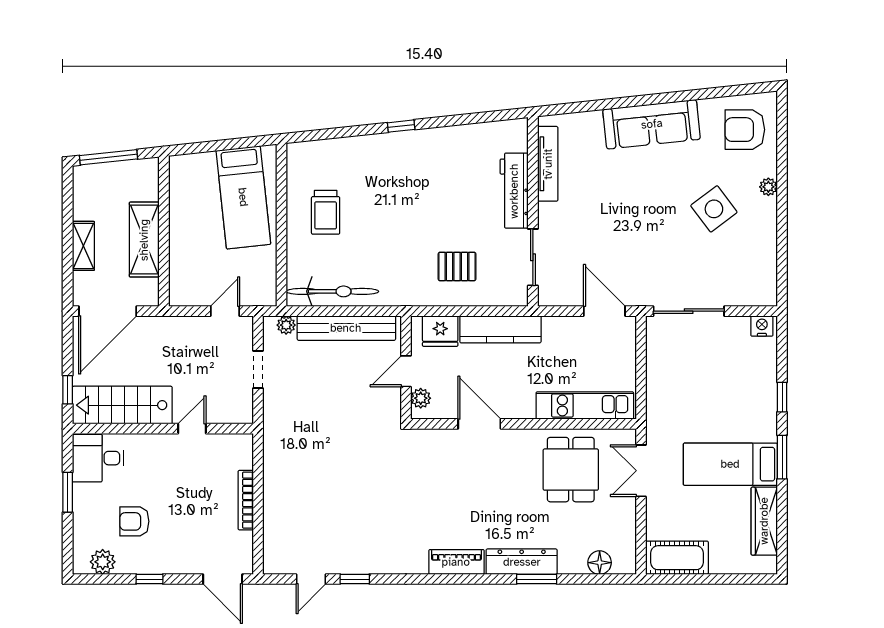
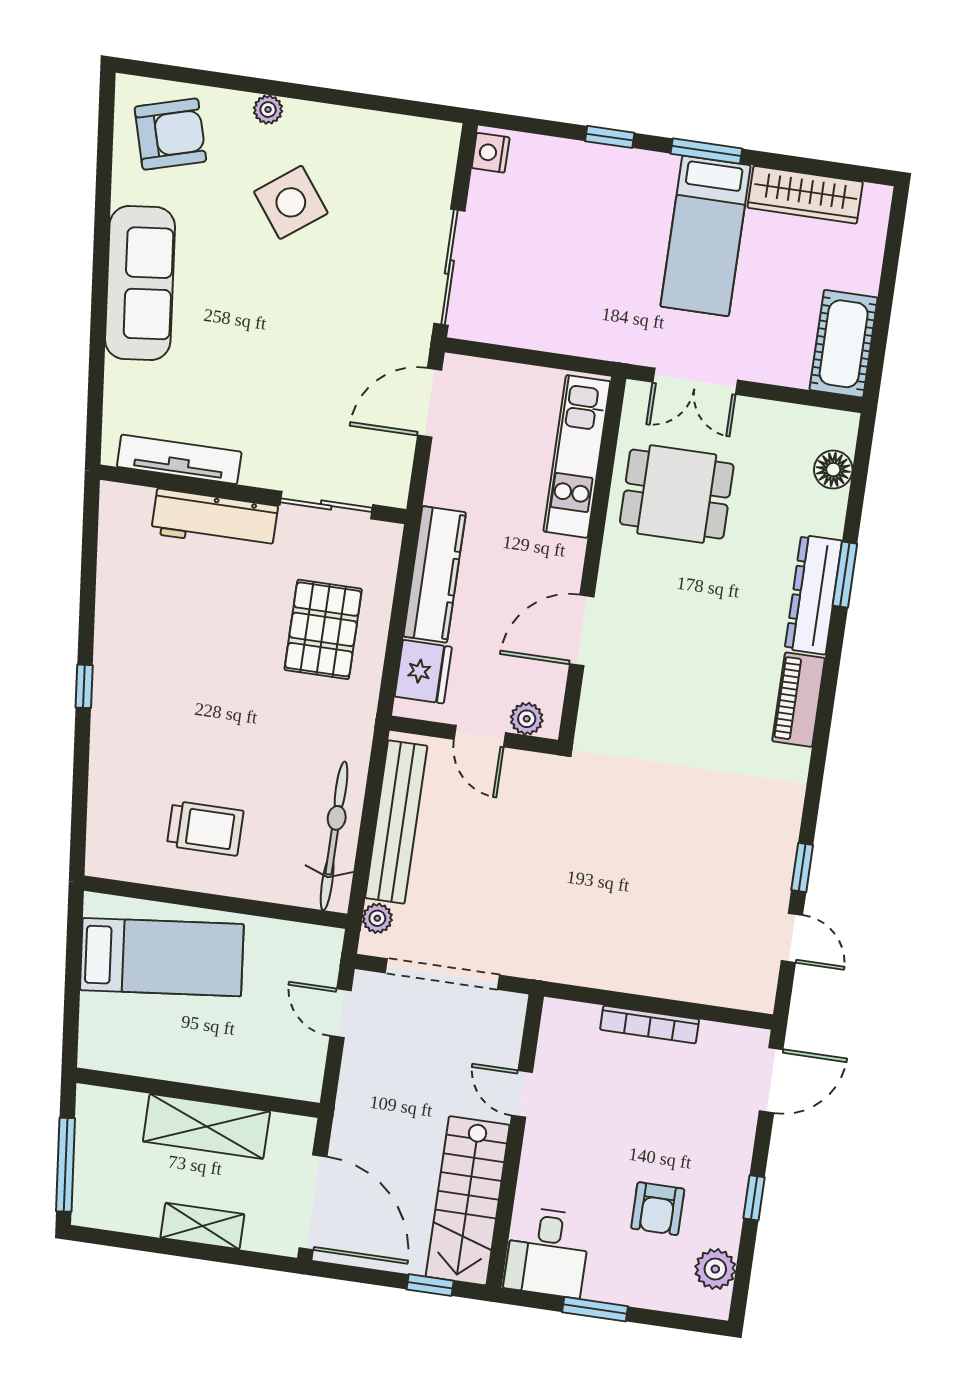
armchair: (745, 130) -> (170, 134), turned -106
pallet: (457, 266) -> (323, 629), width x1.50, depth x1.42
doorway: (258, 370) -> (442, 974), width x1.88

